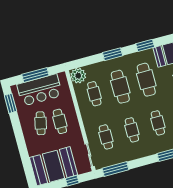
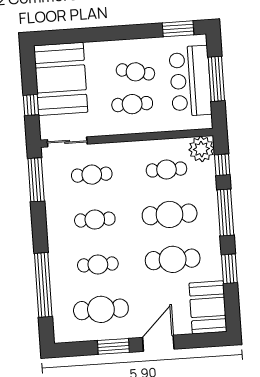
window: (113, 54) -> (225, 212), width x1.44
window: (85, 62) -> (222, 165), added

